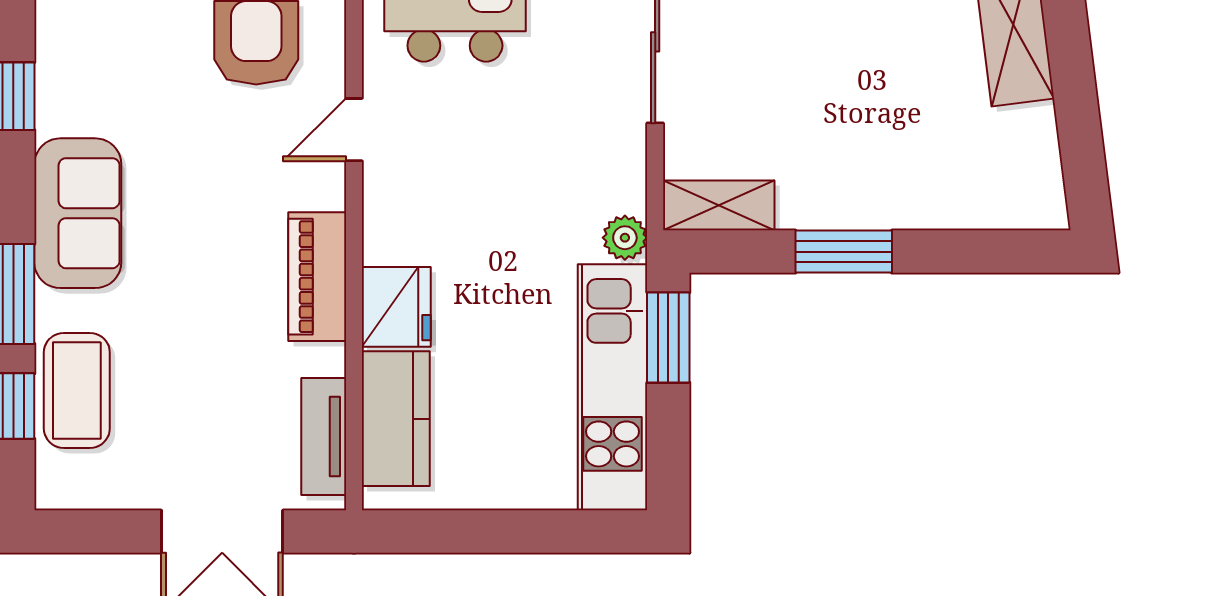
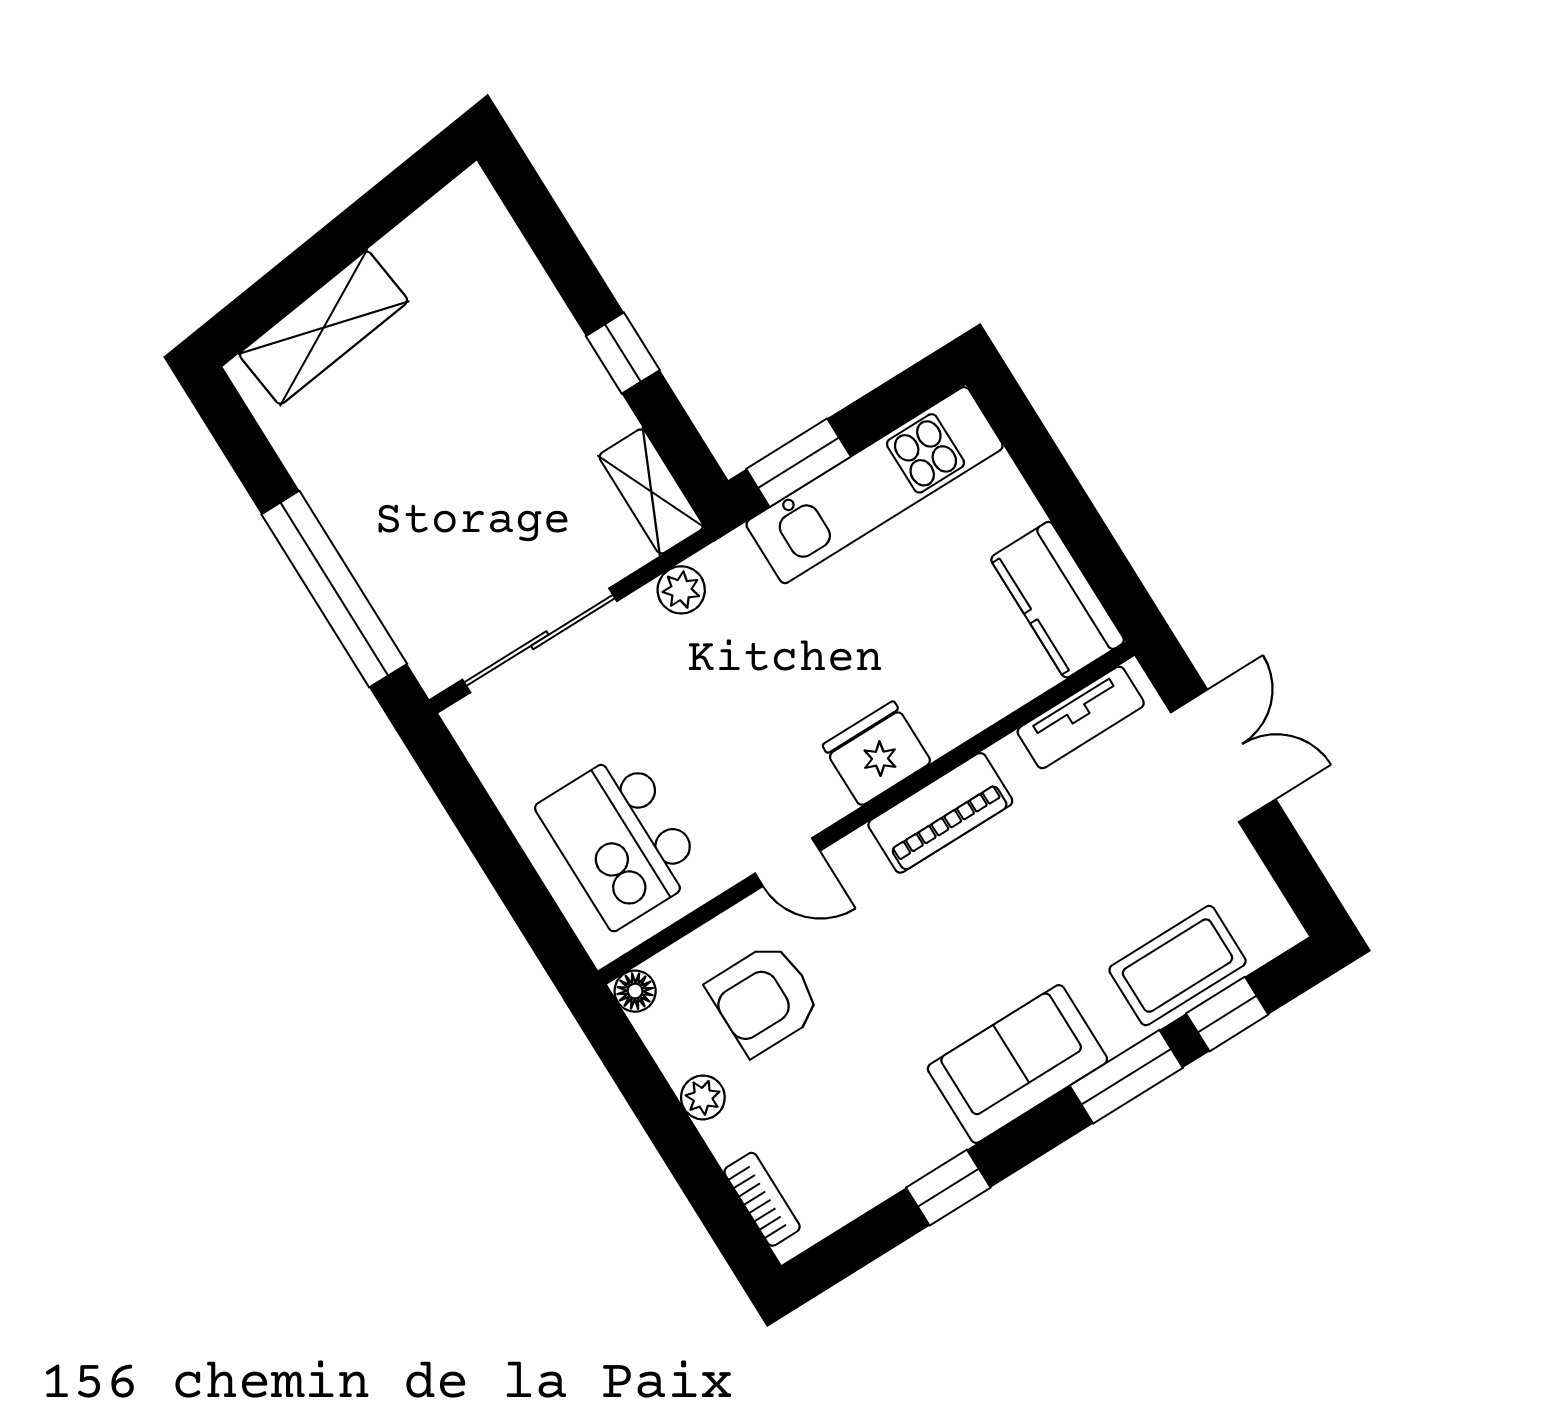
plant: (625, 238) -> (681, 590), moved
window: (844, 252) -> (623, 353), width x0.67
fridge: (396, 307) -> (877, 754), moved
kitchen counter: (396, 419) -> (1057, 600), moved, turned -90

